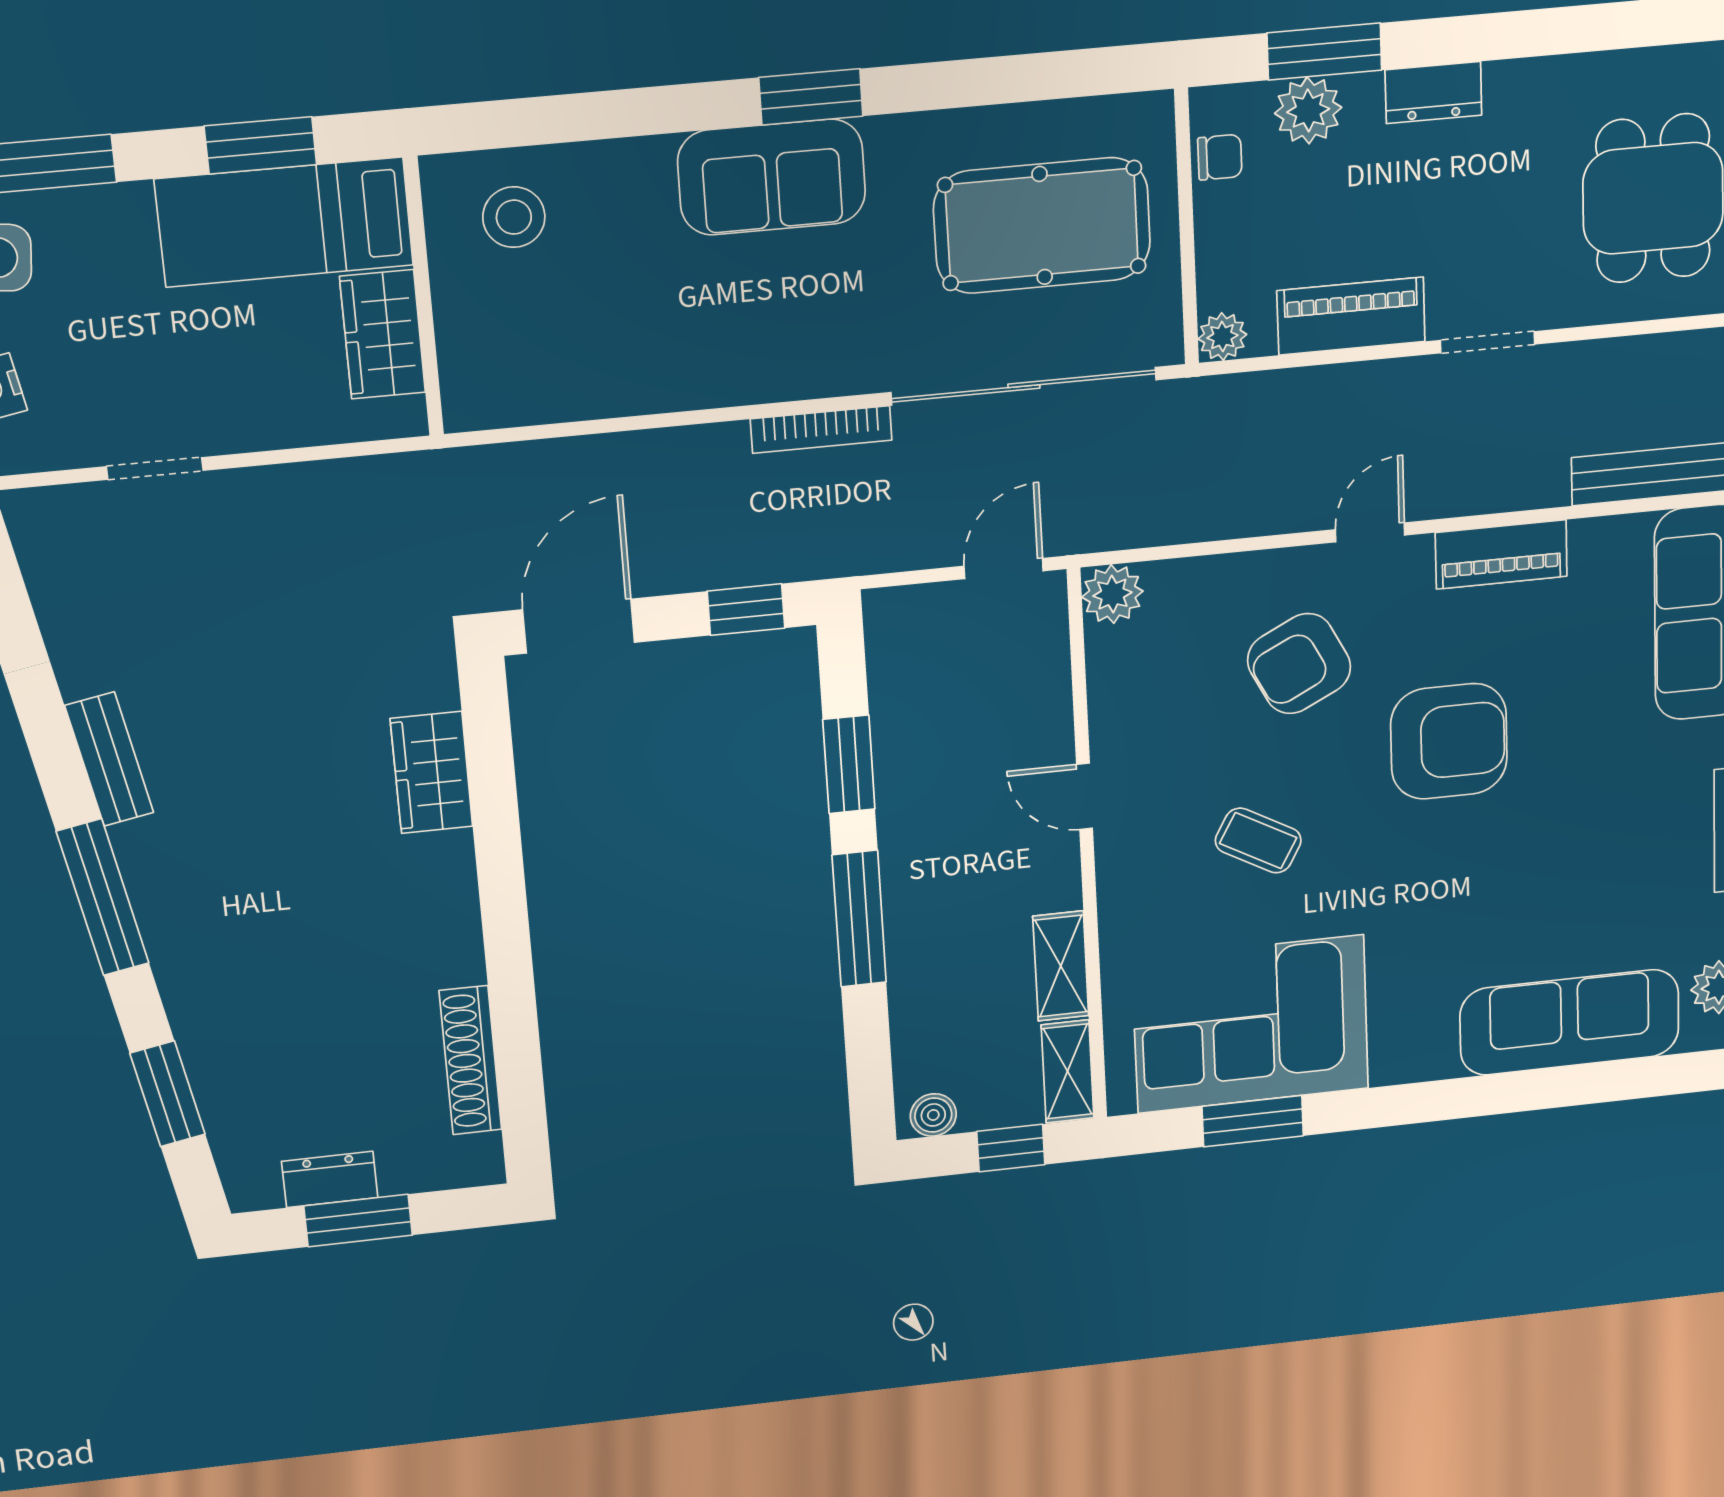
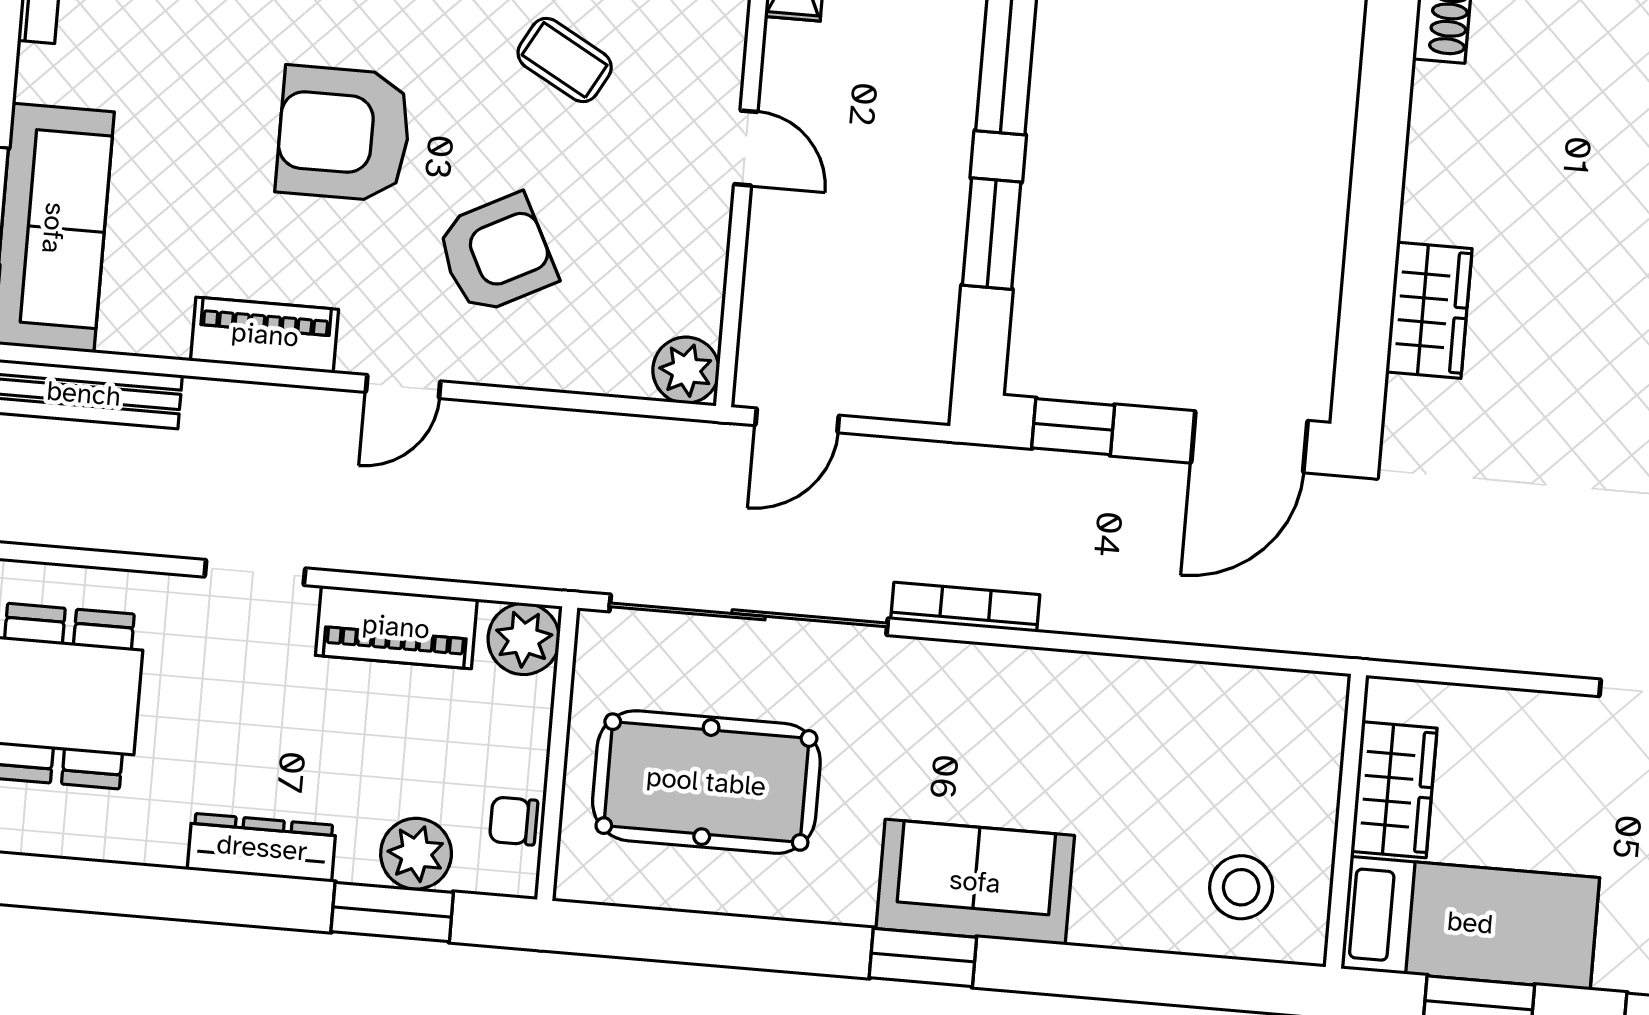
dresser: (1433, 93) -> (262, 848), width x1.44
plant: (1222, 337) -> (524, 639), width x1.38, depth x1.38

